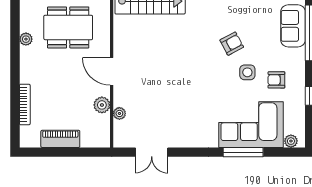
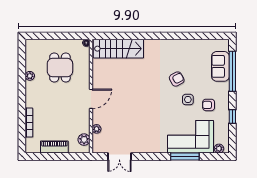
dining table: (68, 27) -> (60, 67), width x0.73
door: (112, 71) -> (91, 99), swing flipped
plant: (102, 105) -> (84, 140), moved

